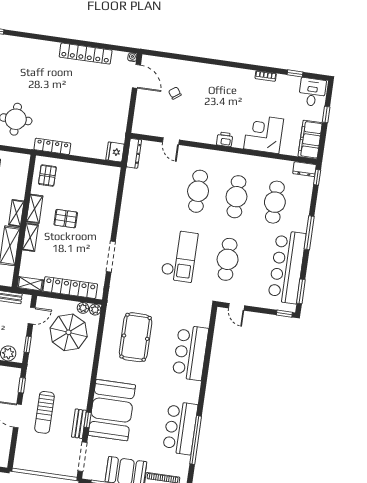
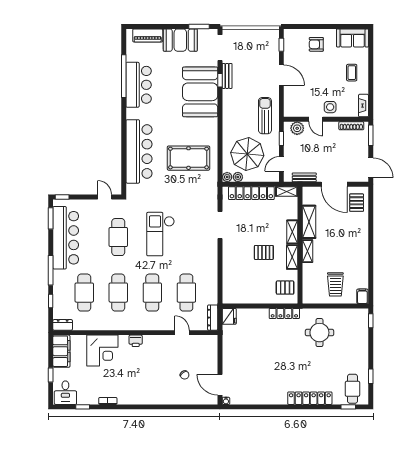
locker: (86, 54) -> (310, 398), moved
pallet: (47, 175) -> (285, 288), turned 90
window: (317, 177) -> (51, 301), moved
cafe table: (160, 186) -> (186, 293), added
pool table: (136, 337) -> (189, 158), turned 90
bar counter: (190, 353) -> (139, 151), width x1.36
window: (22, 385) -> (281, 45), moved
sun lounger: (45, 412) -> (265, 116), moved

